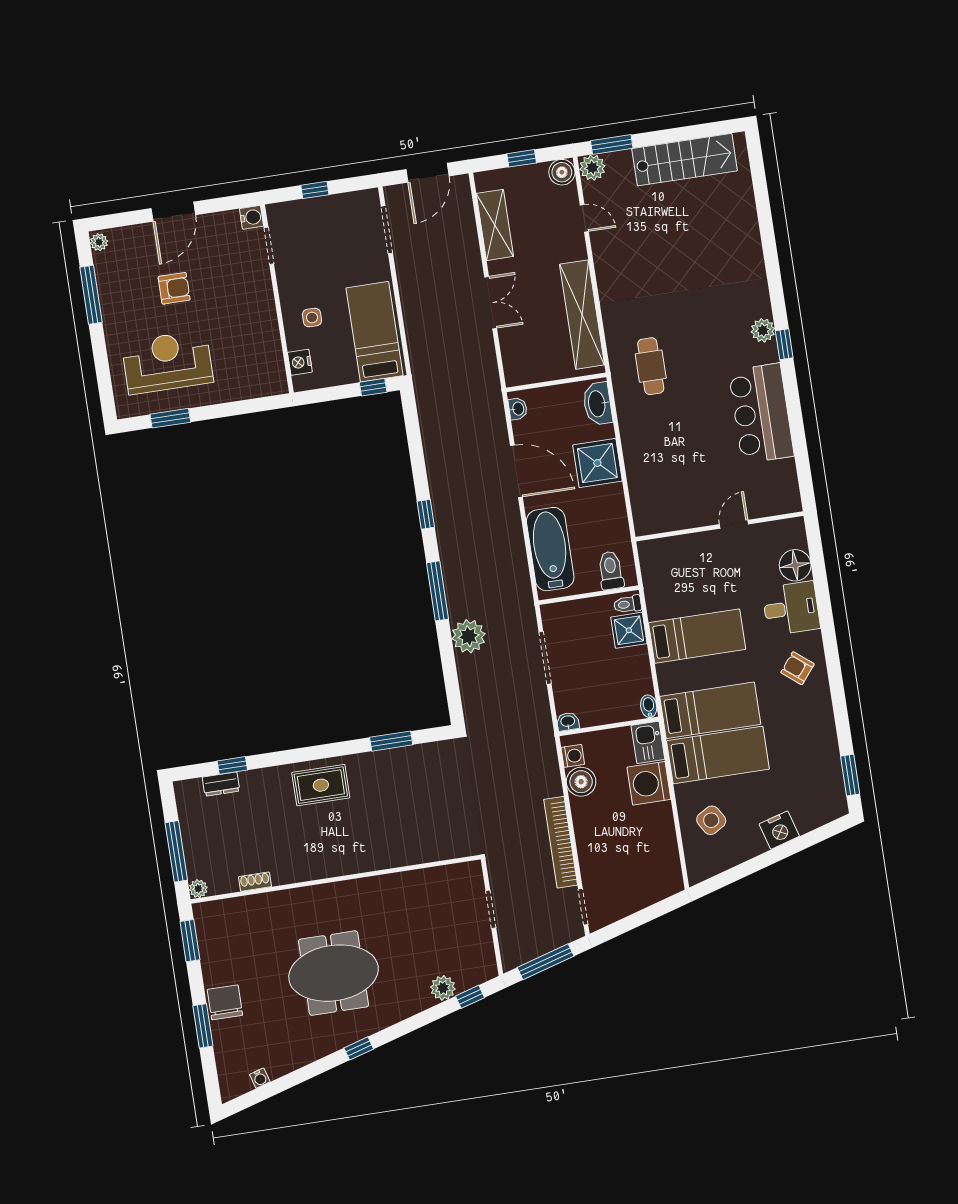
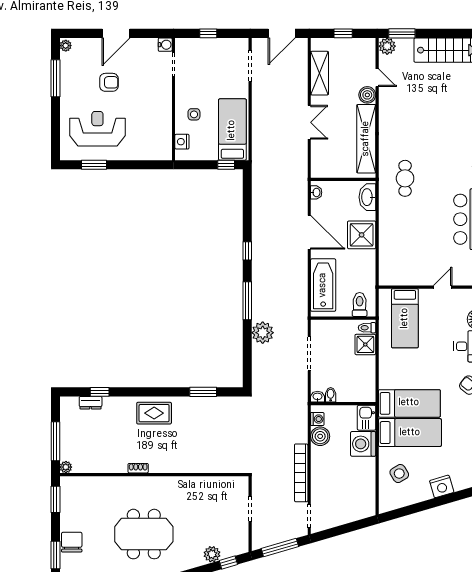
boiler: (562, 172) -> (367, 95), moved
bed: (697, 636) -> (405, 318), moved, turned 90
bidet: (649, 706) -> (331, 395), moved
shoe rack: (255, 882) -> (138, 468), moved

